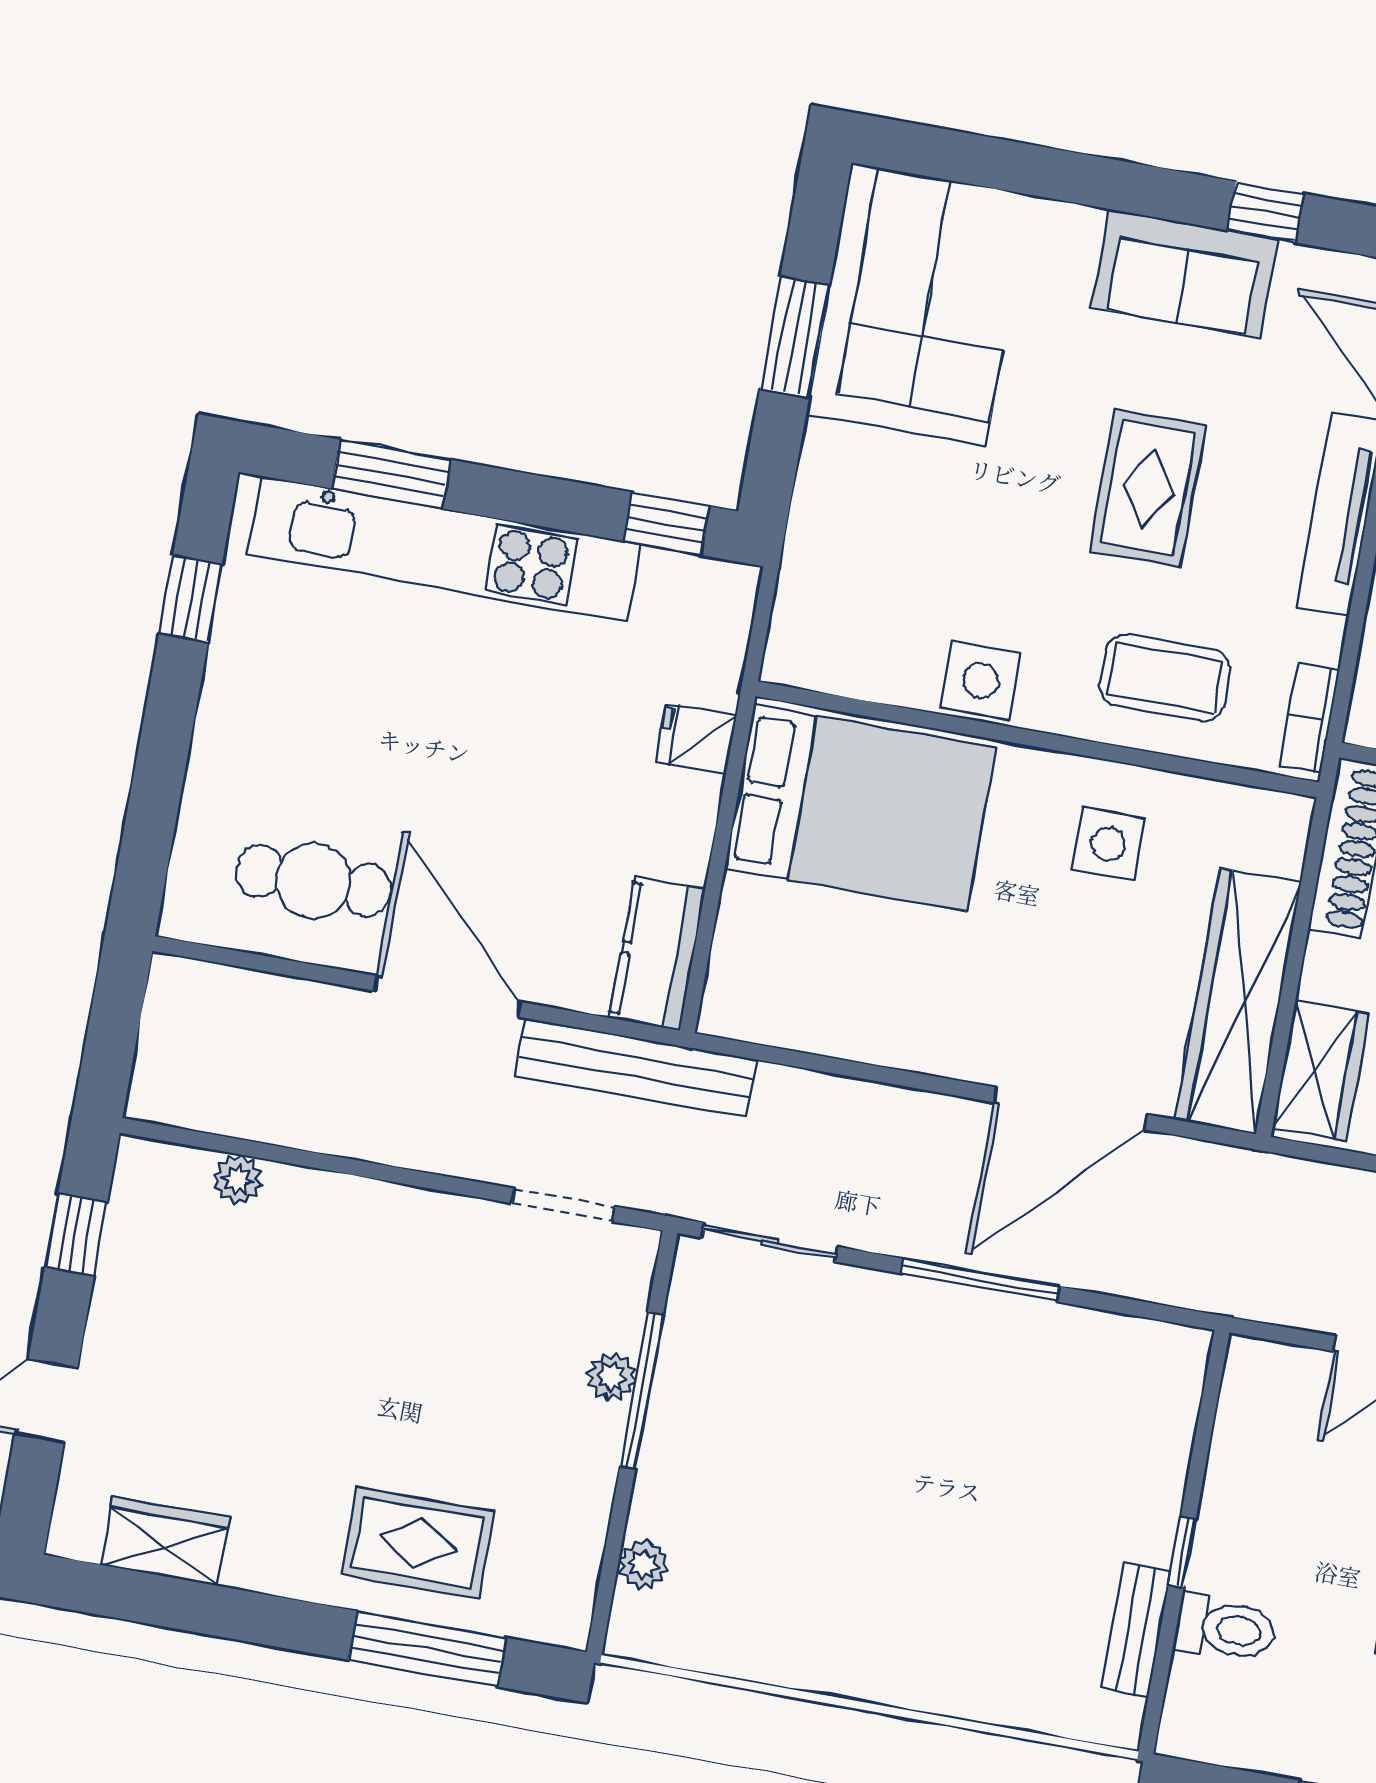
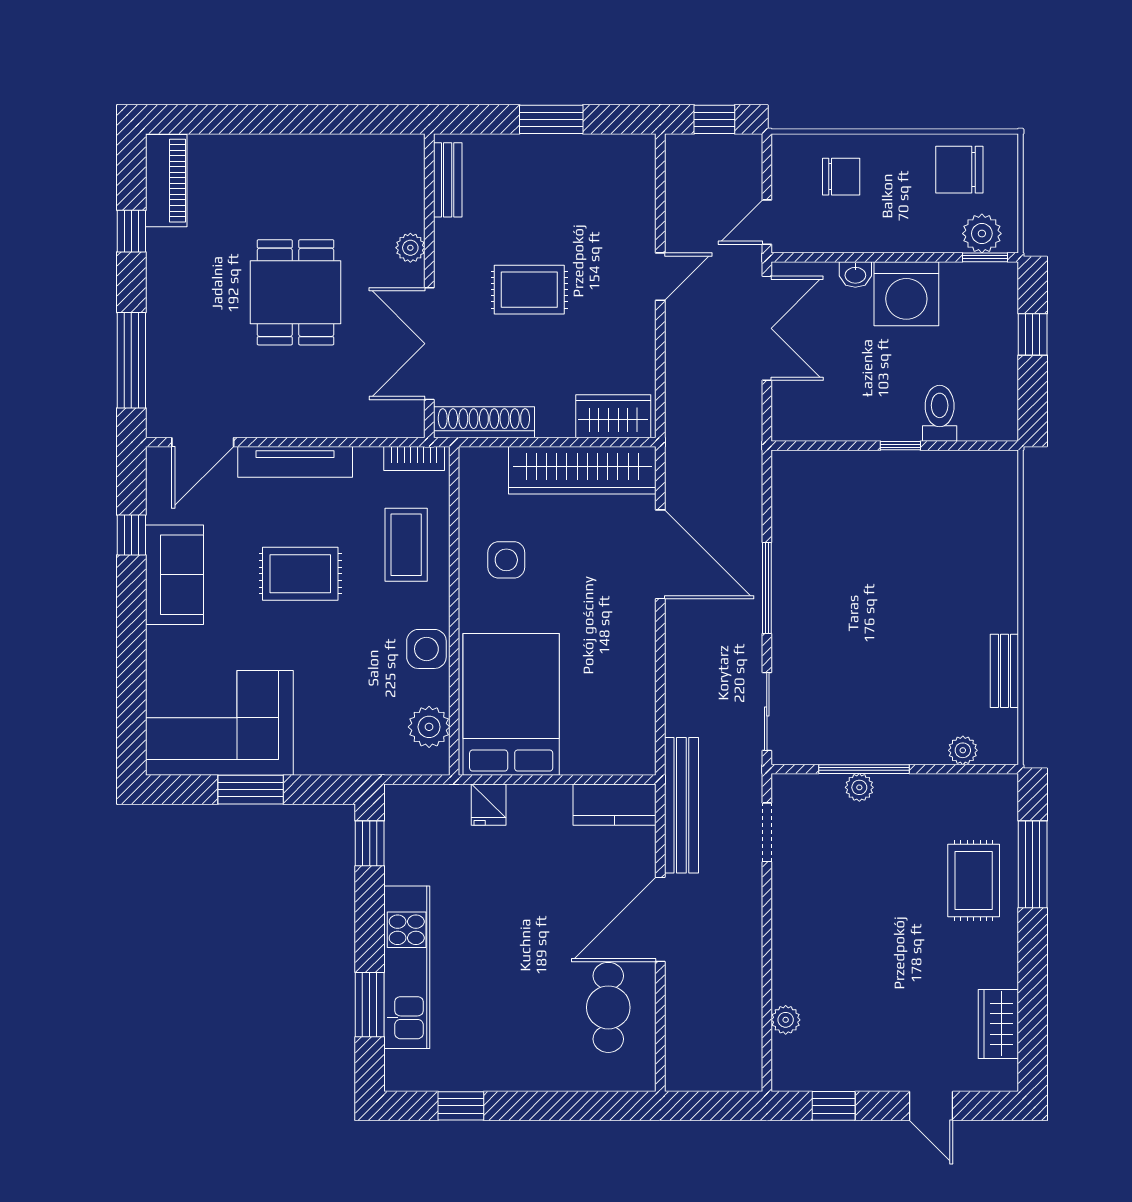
kitchen unit: (444, 549) -> (407, 967), width x0.73
plant: (847, 661) -> (429, 727), added
bench: (1136, 1630) -> (1004, 671), moved, turned 90

